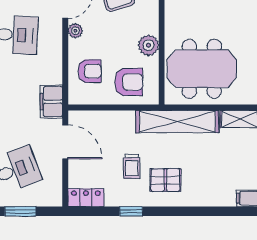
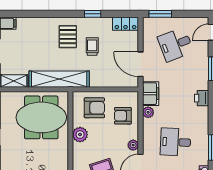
plant: (55, 76) -> (148, 112), added
armchair: (129, 82) -> (94, 108), turned 180
pallet: (165, 180) -> (68, 37), turned 90
window: (20, 211) -> (160, 14), moved

